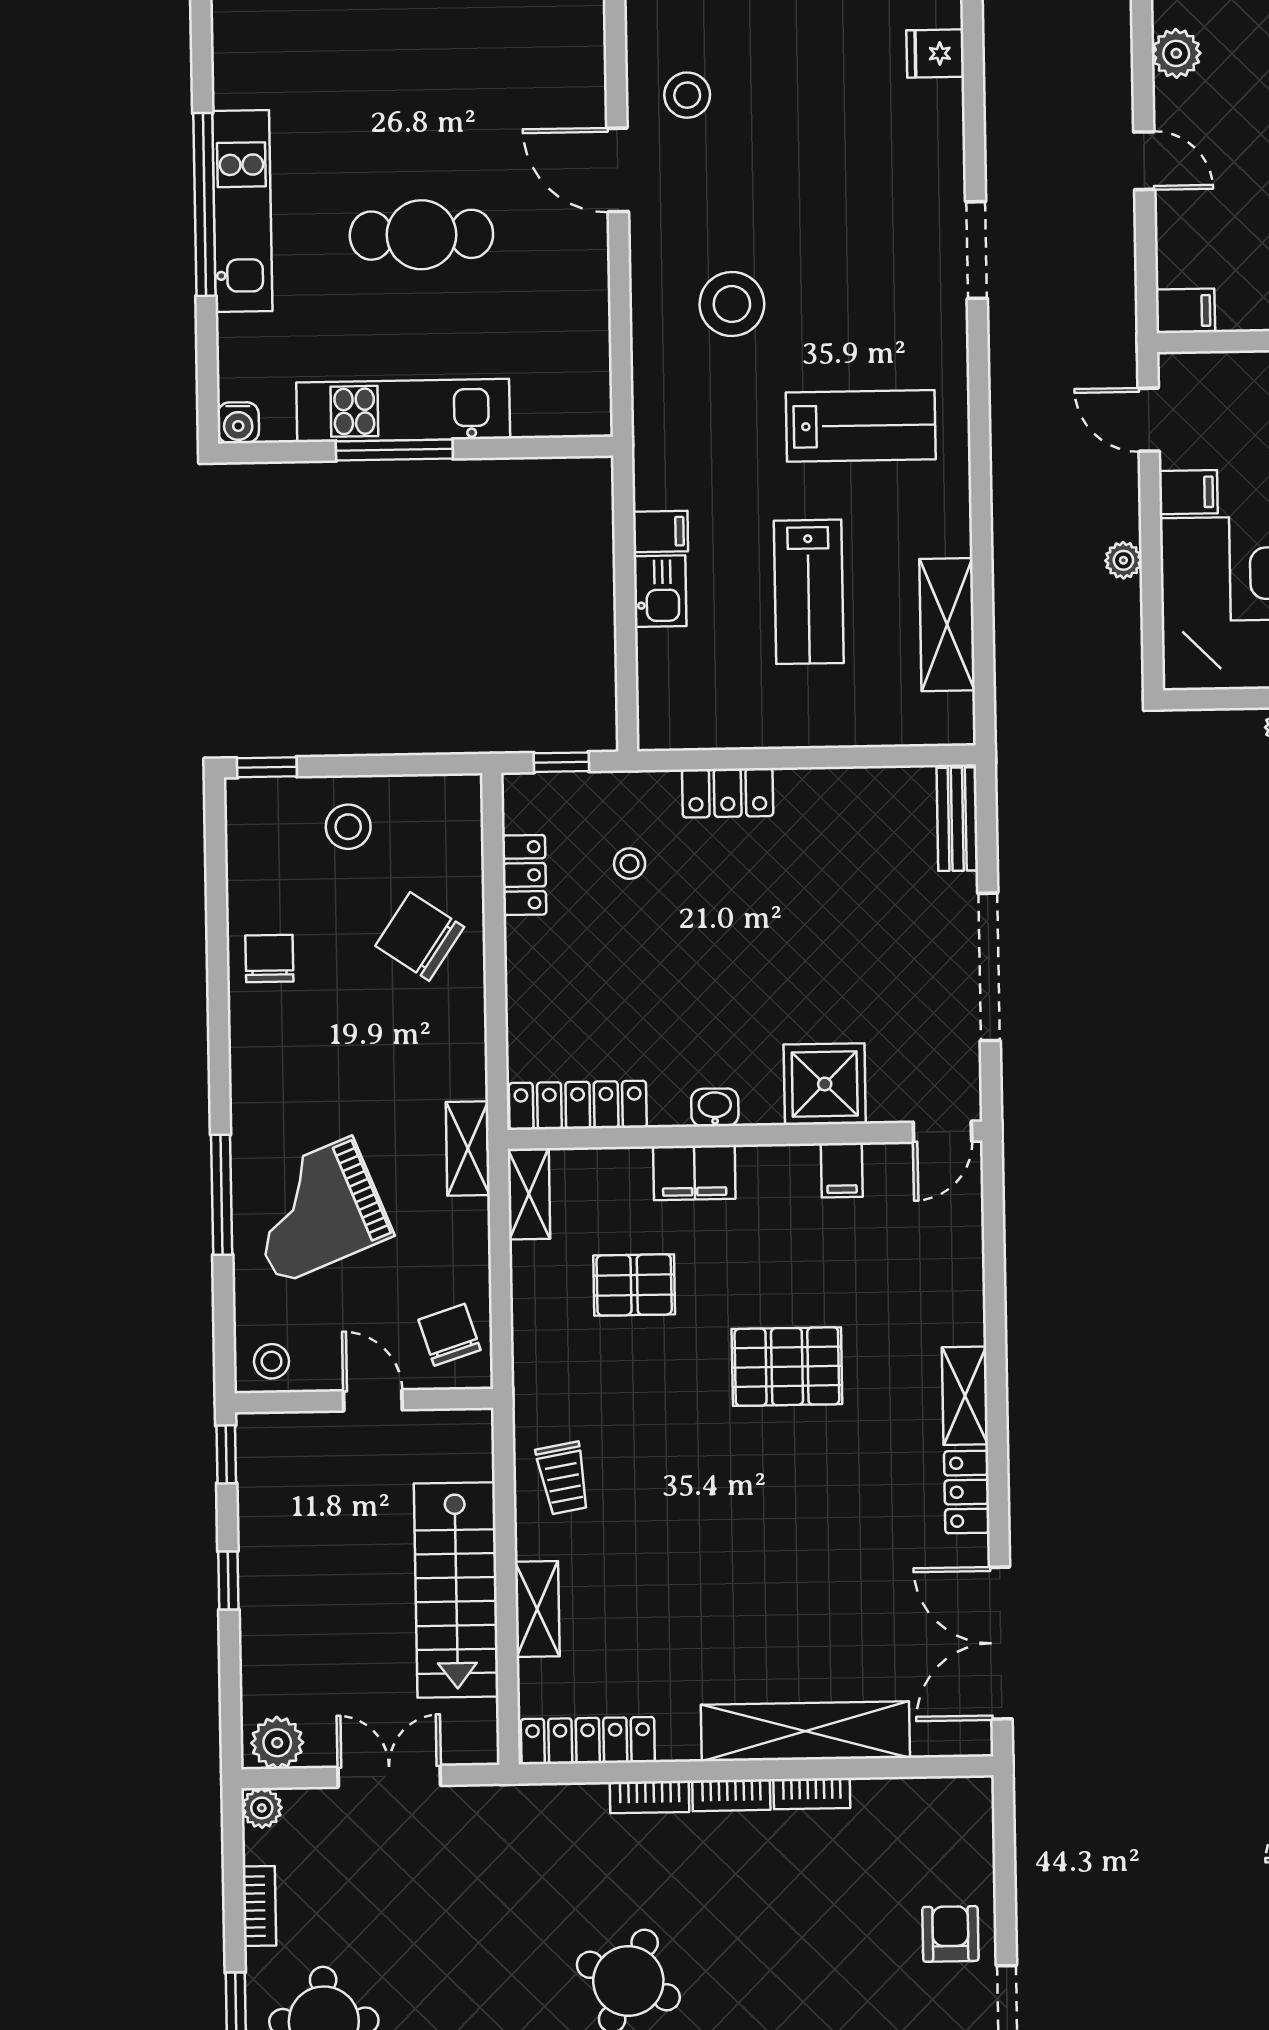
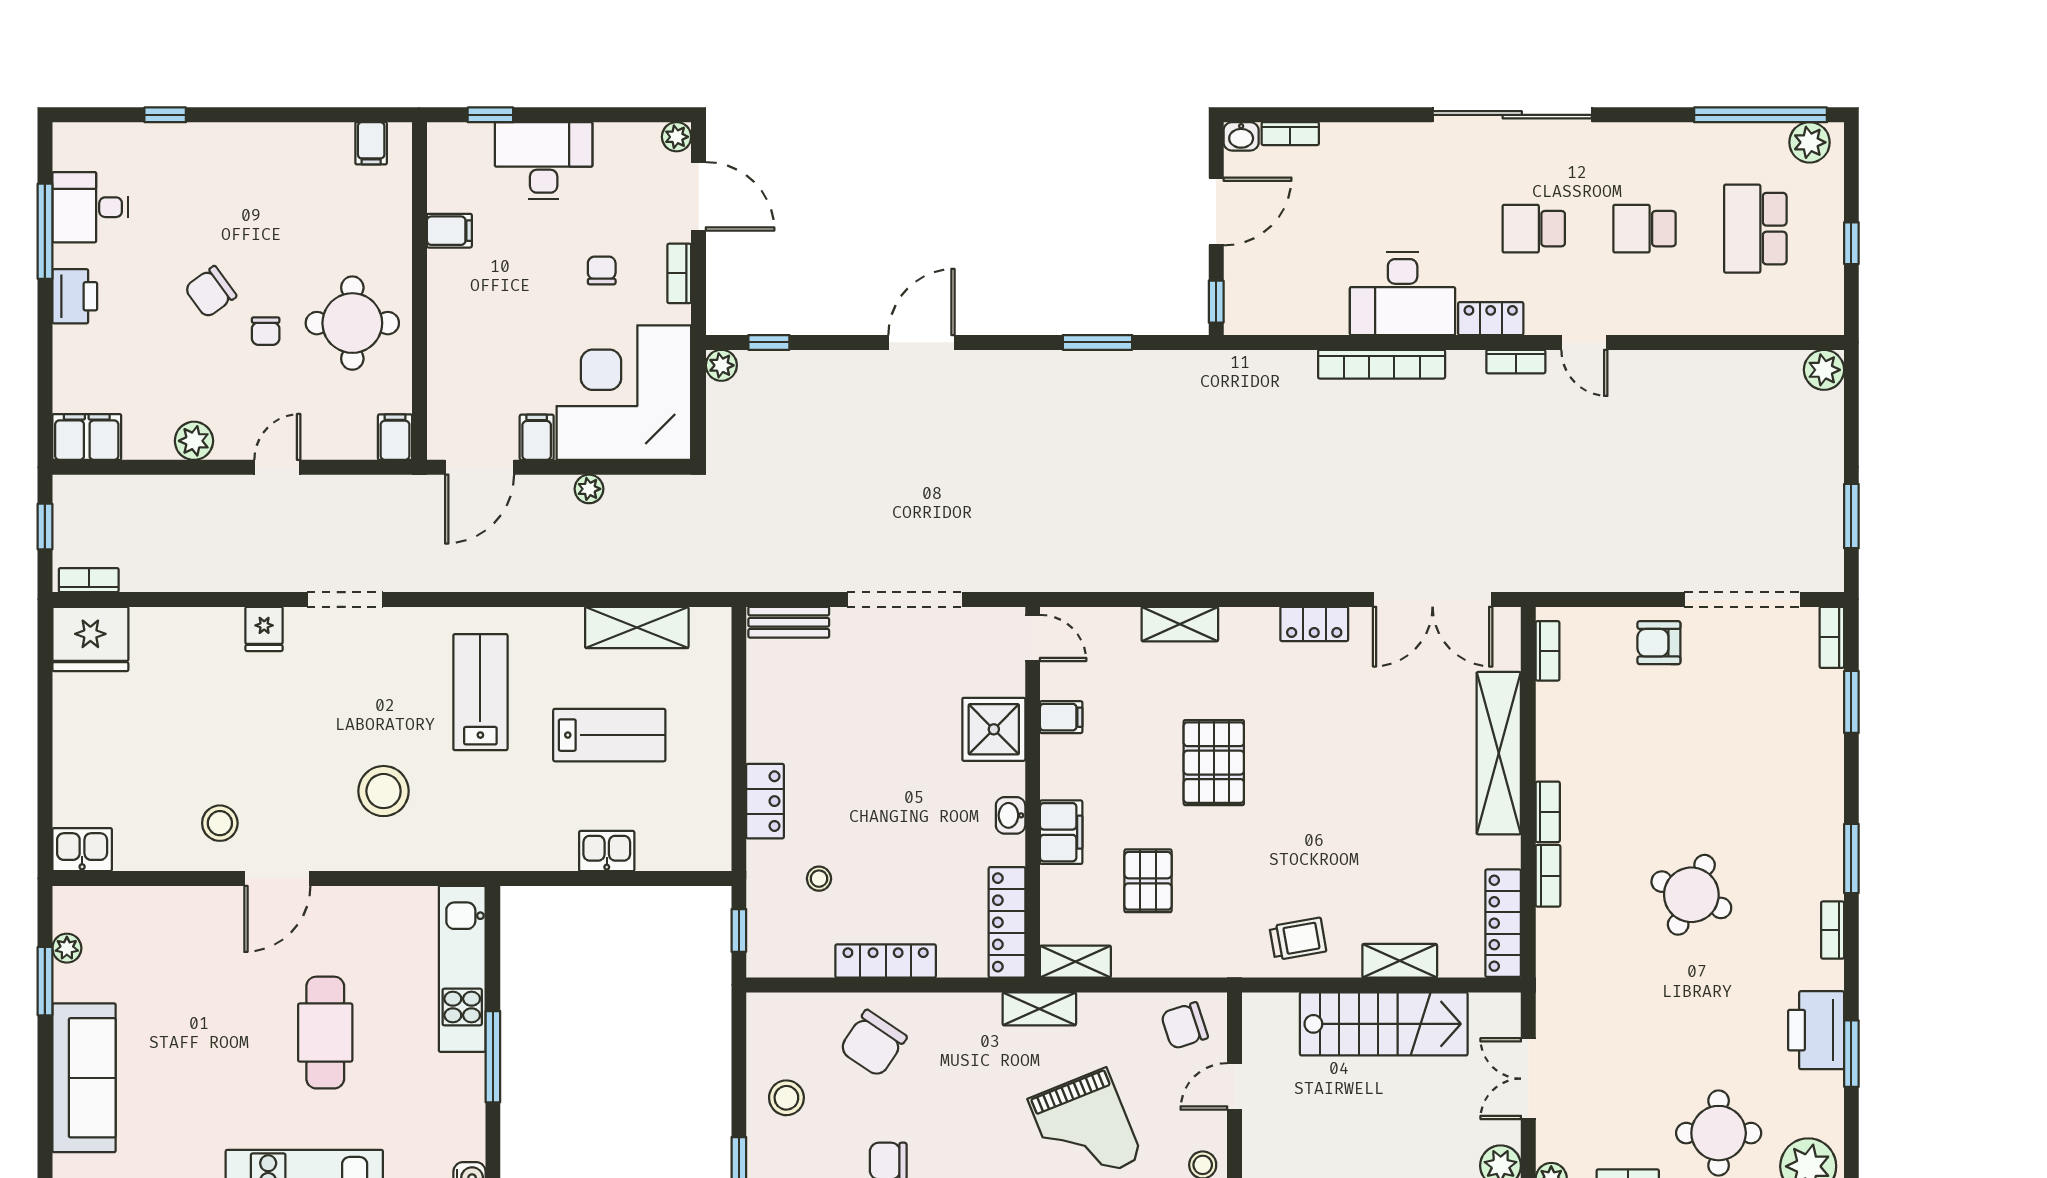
fridge: (935, 54) -> (264, 629), moved
kitchen unit: (403, 410) -> (462, 969), moved
door: (1149, 420) -> (480, 467), width x1.38
filing cabinet: (660, 531) -> (560, 850), removed
locker: (524, 875) -> (886, 961), moved, width x1.53
shelving: (965, 1396) -> (1180, 624), moved
bookcase: (812, 1794) -> (1547, 651), moved

